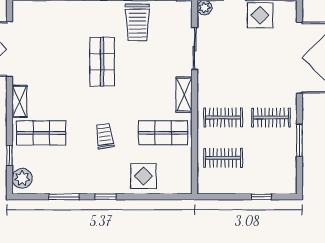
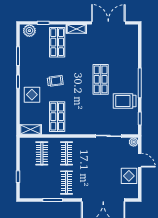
shop shelf: (102, 62) -> (101, 79), turned 90
shelving: (184, 95) -> (31, 129), moved
display table: (143, 176) -> (32, 95), moved

